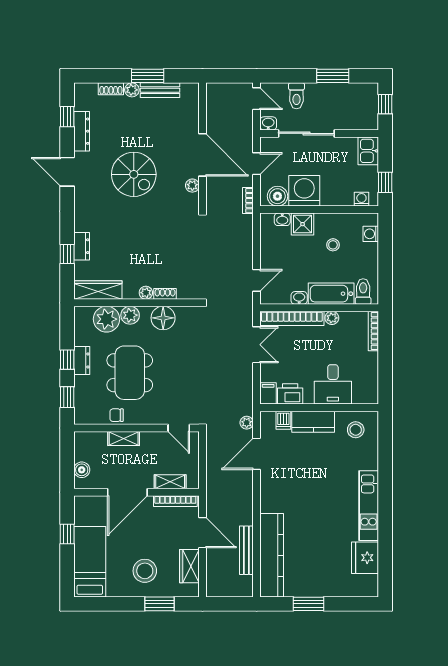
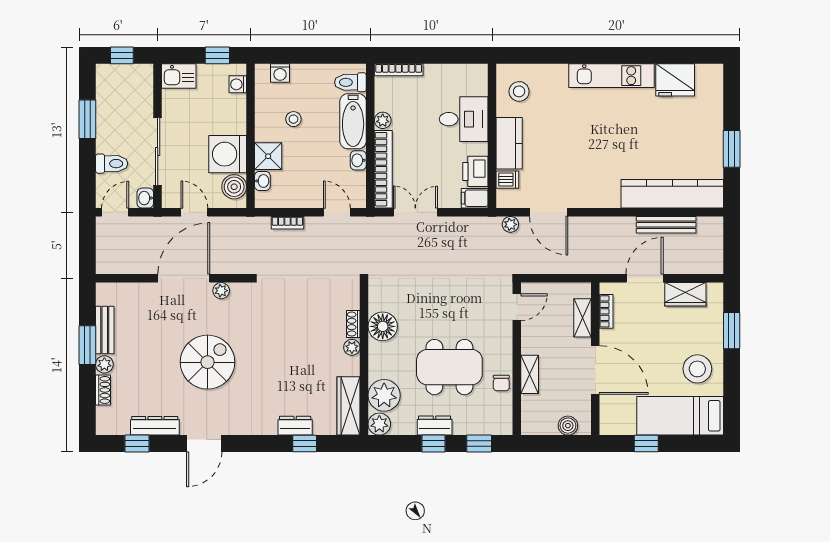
bookcase: (248, 201) -> (287, 223), moved
plant: (130, 315) -> (379, 424), moved
bookcase: (175, 501) -> (606, 311), width x0.64
stool: (145, 571) -> (697, 369), moved

